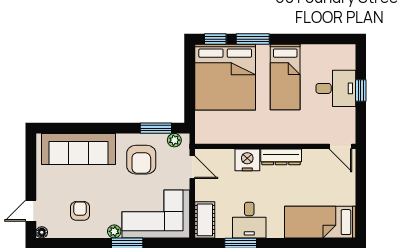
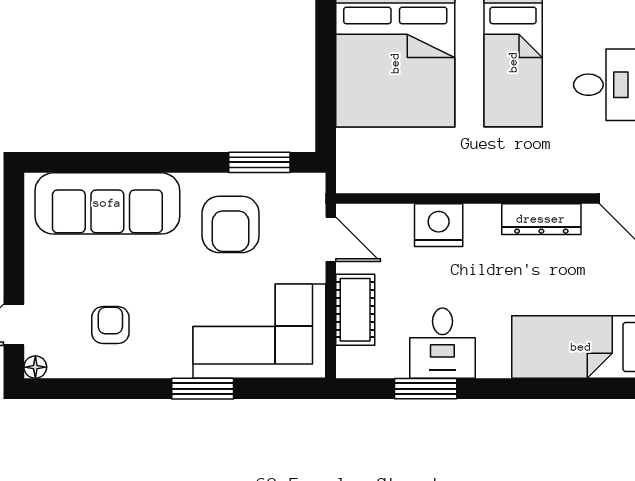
plant: (174, 140) -> (295, 186), removed
dresser: (281, 157) -> (541, 219), moved
cot: (205, 220) -> (355, 310), moved
plant: (114, 231) -> (178, 365), removed

